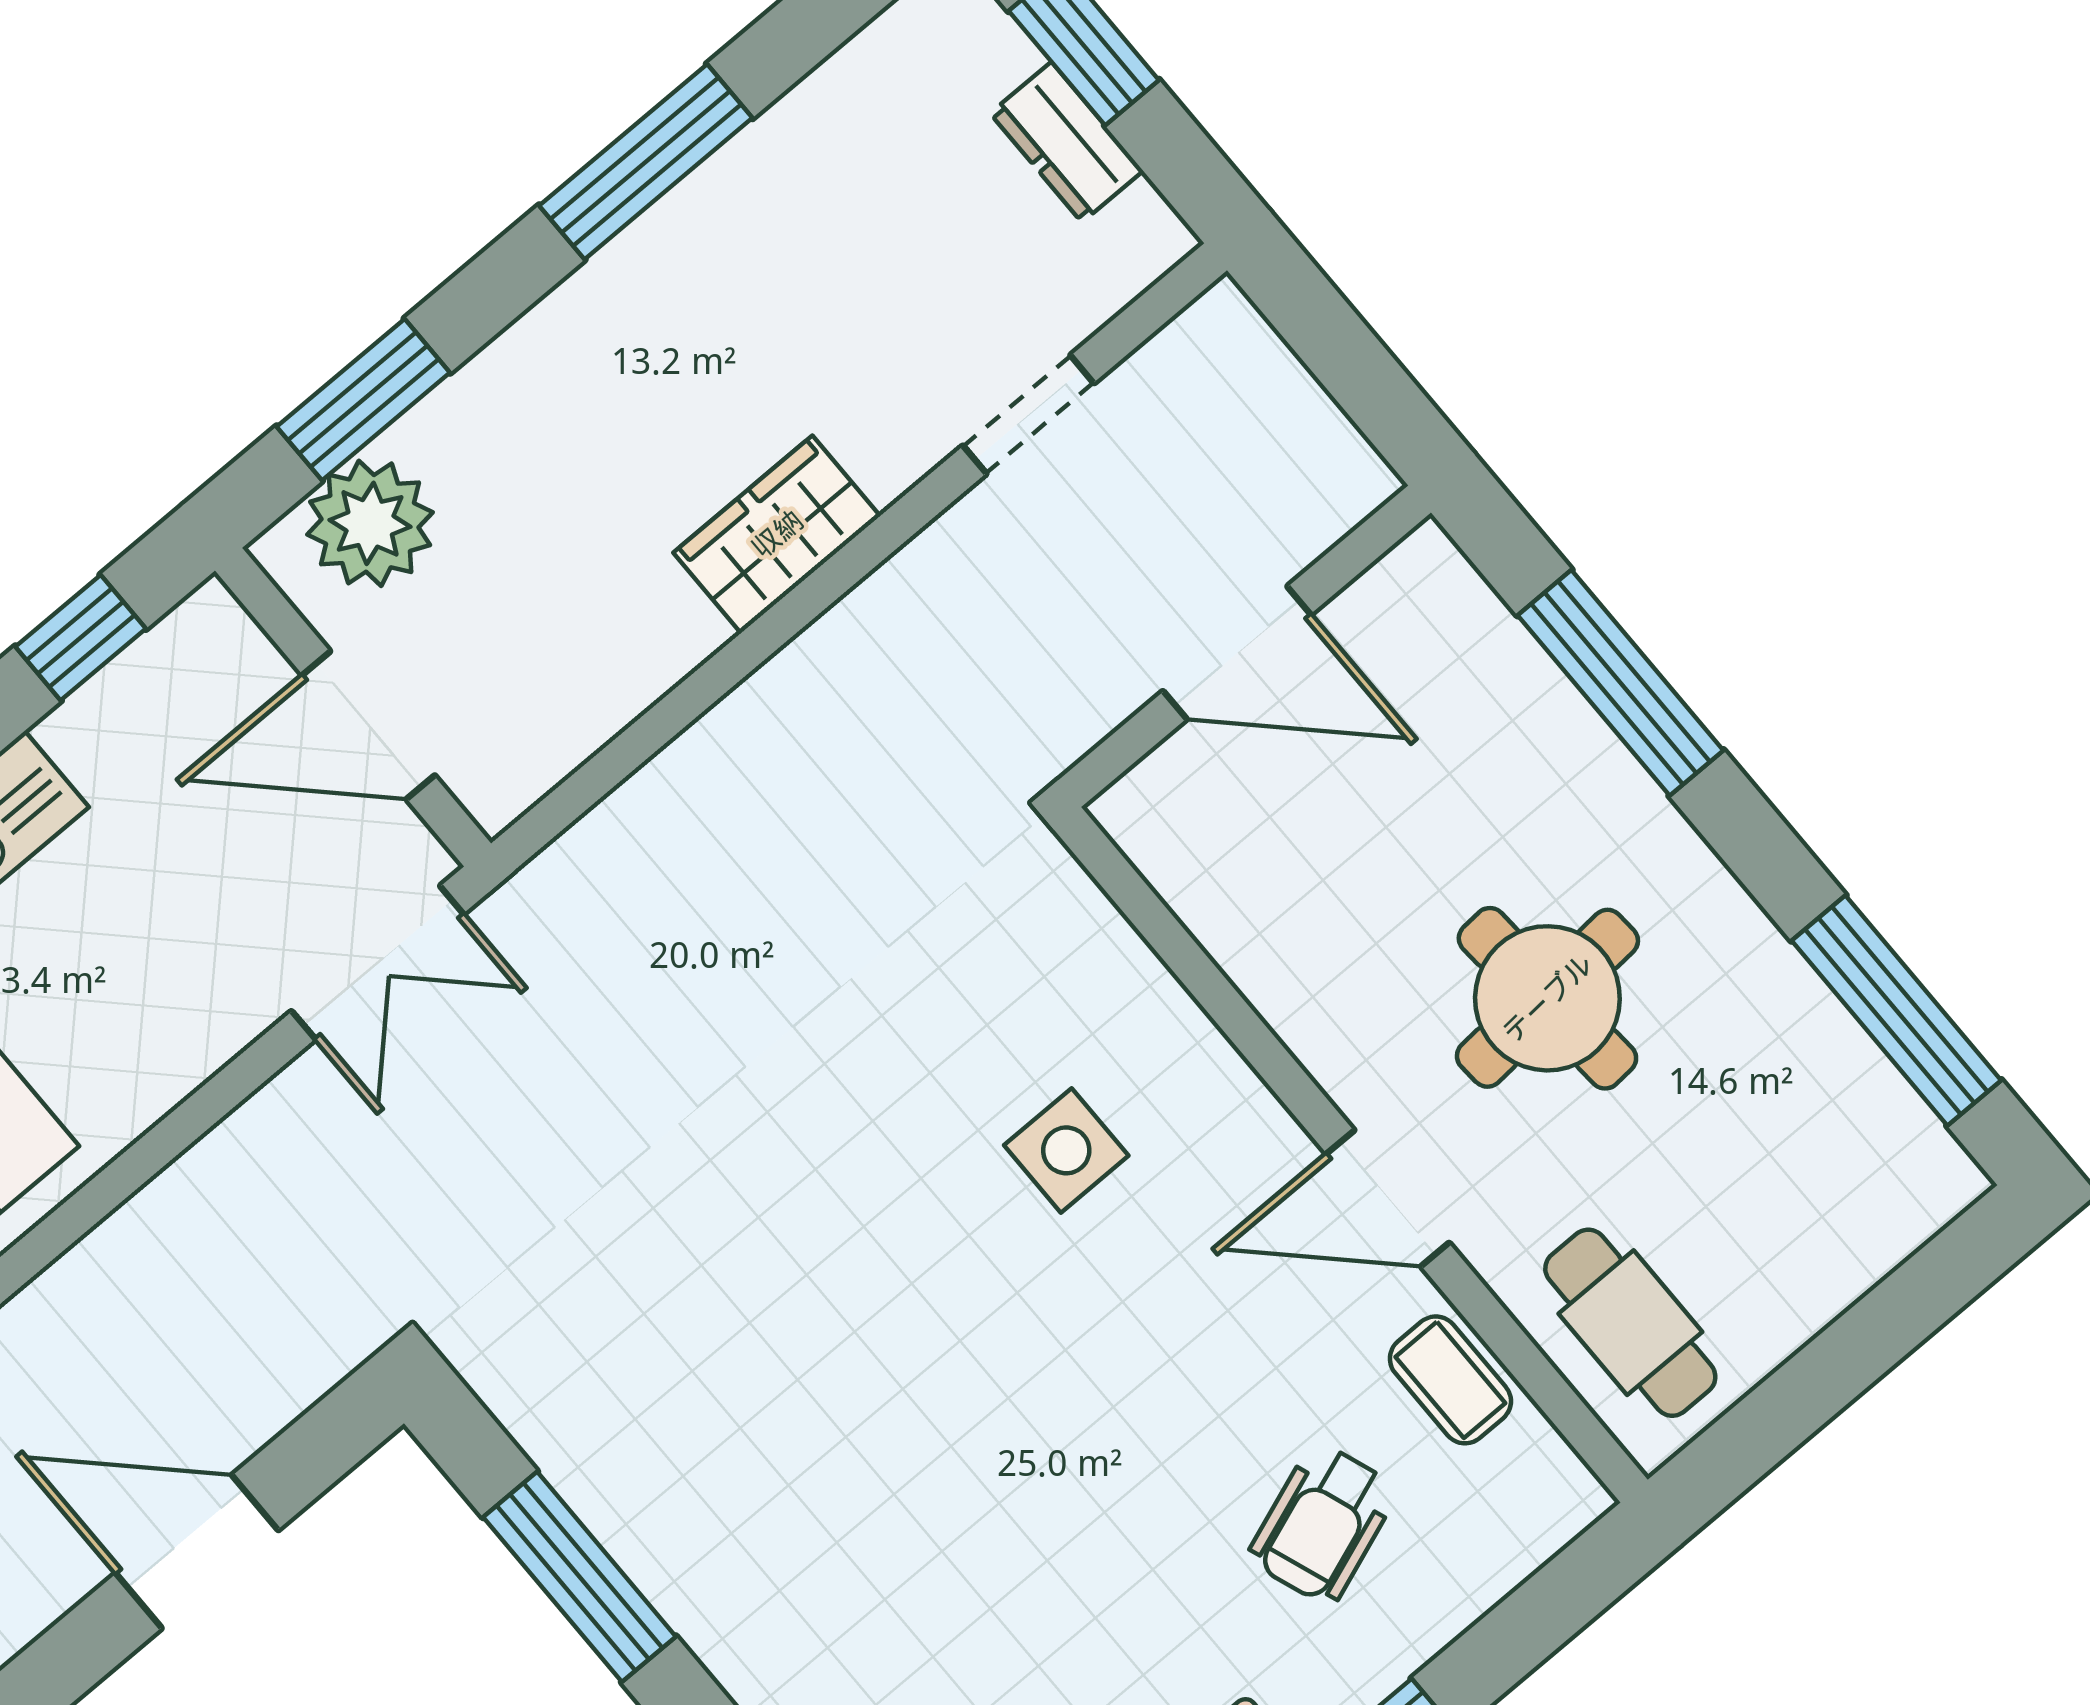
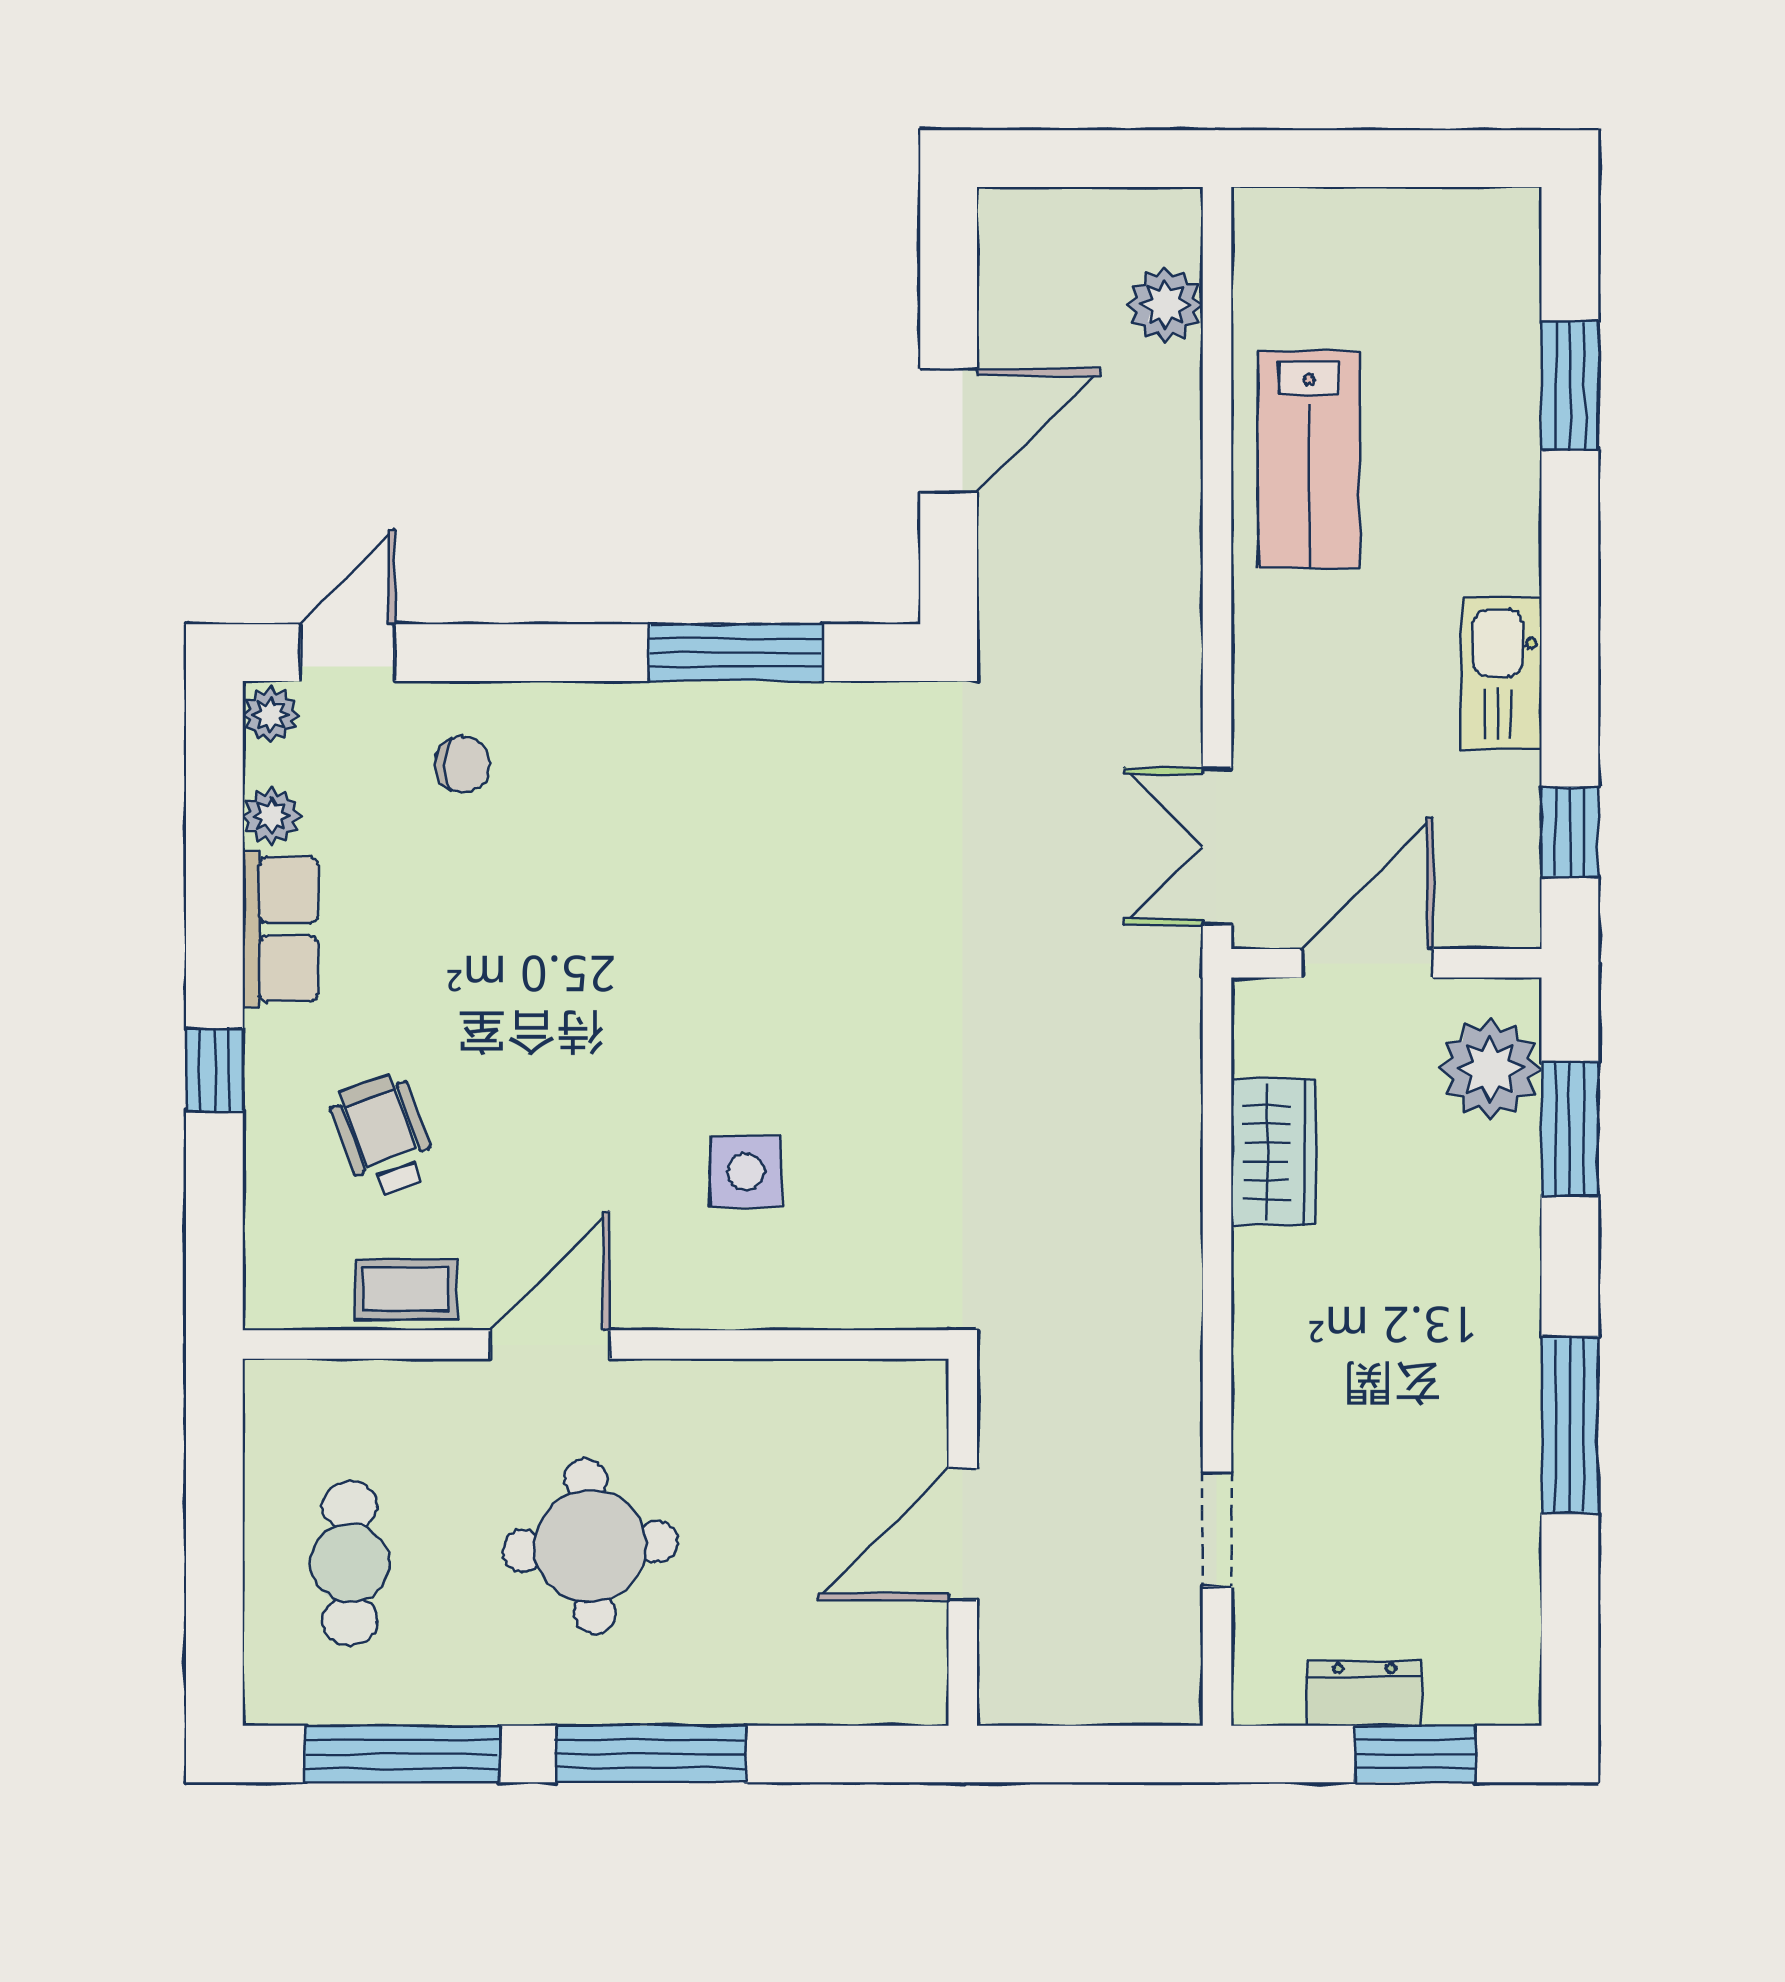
wardrobe: (777, 534) -> (1273, 1152), moved
window: (1621, 683) -> (651, 1754), moved
cafe table: (1630, 1323) -> (350, 1563), moved, turned 90

